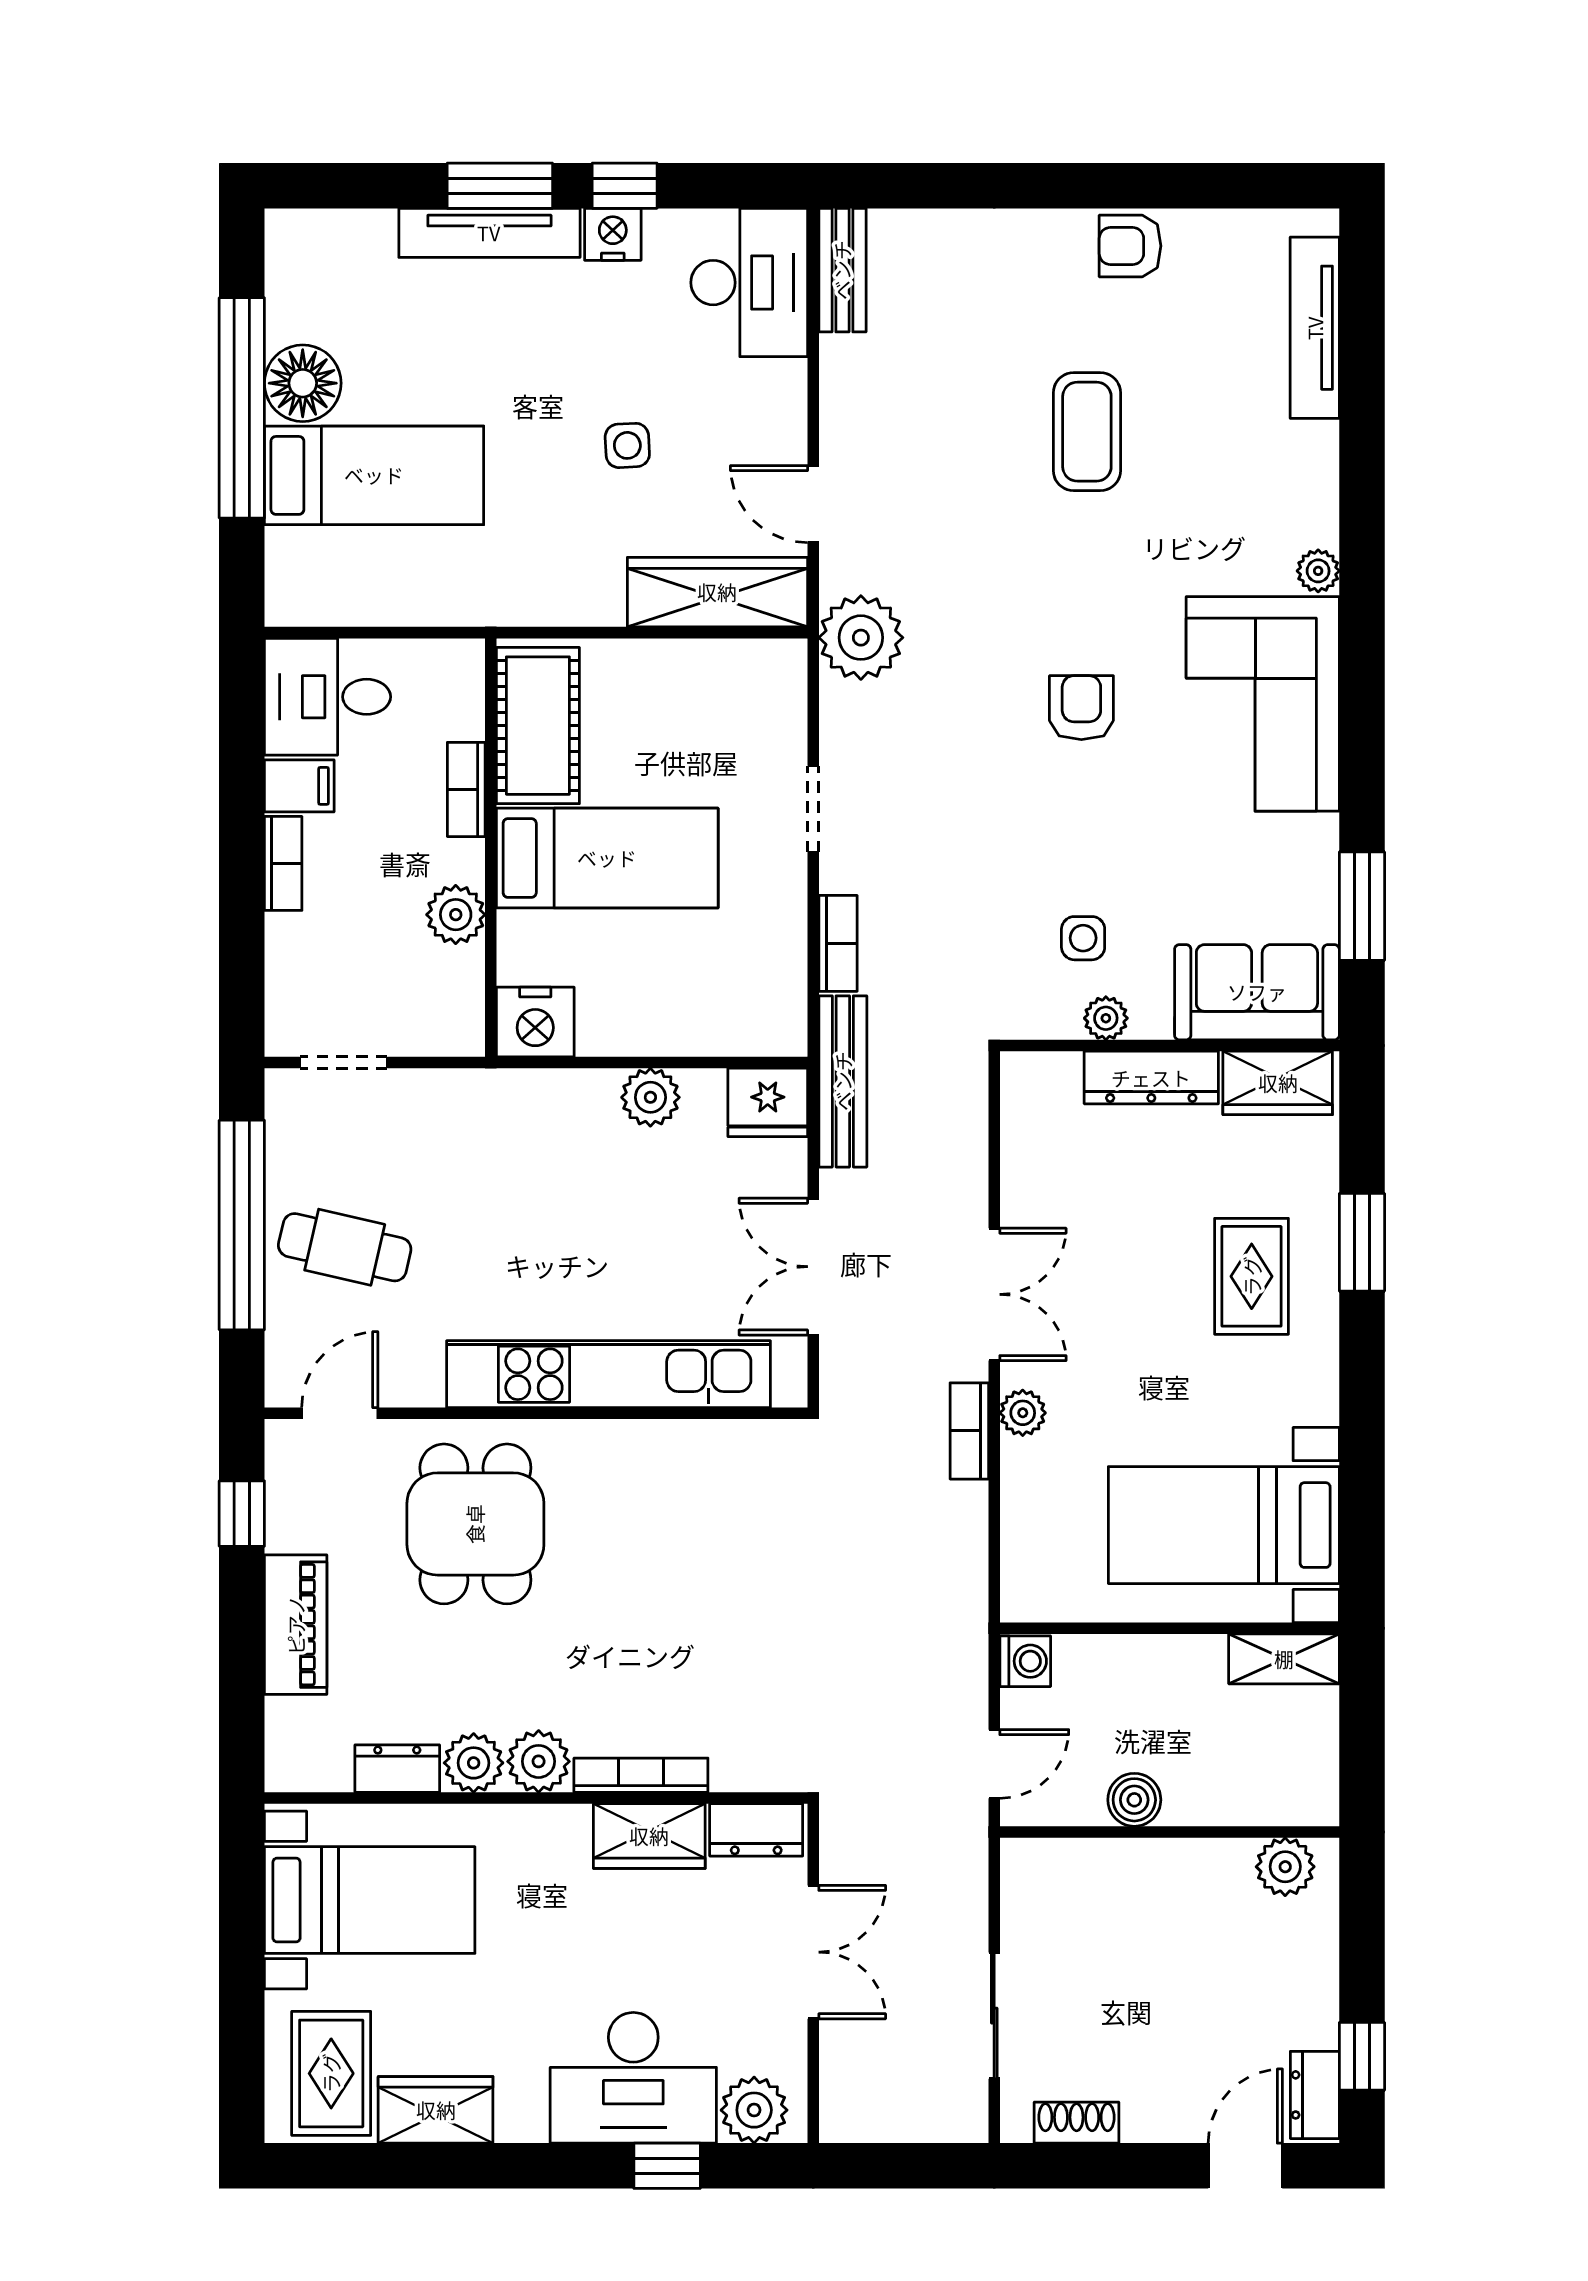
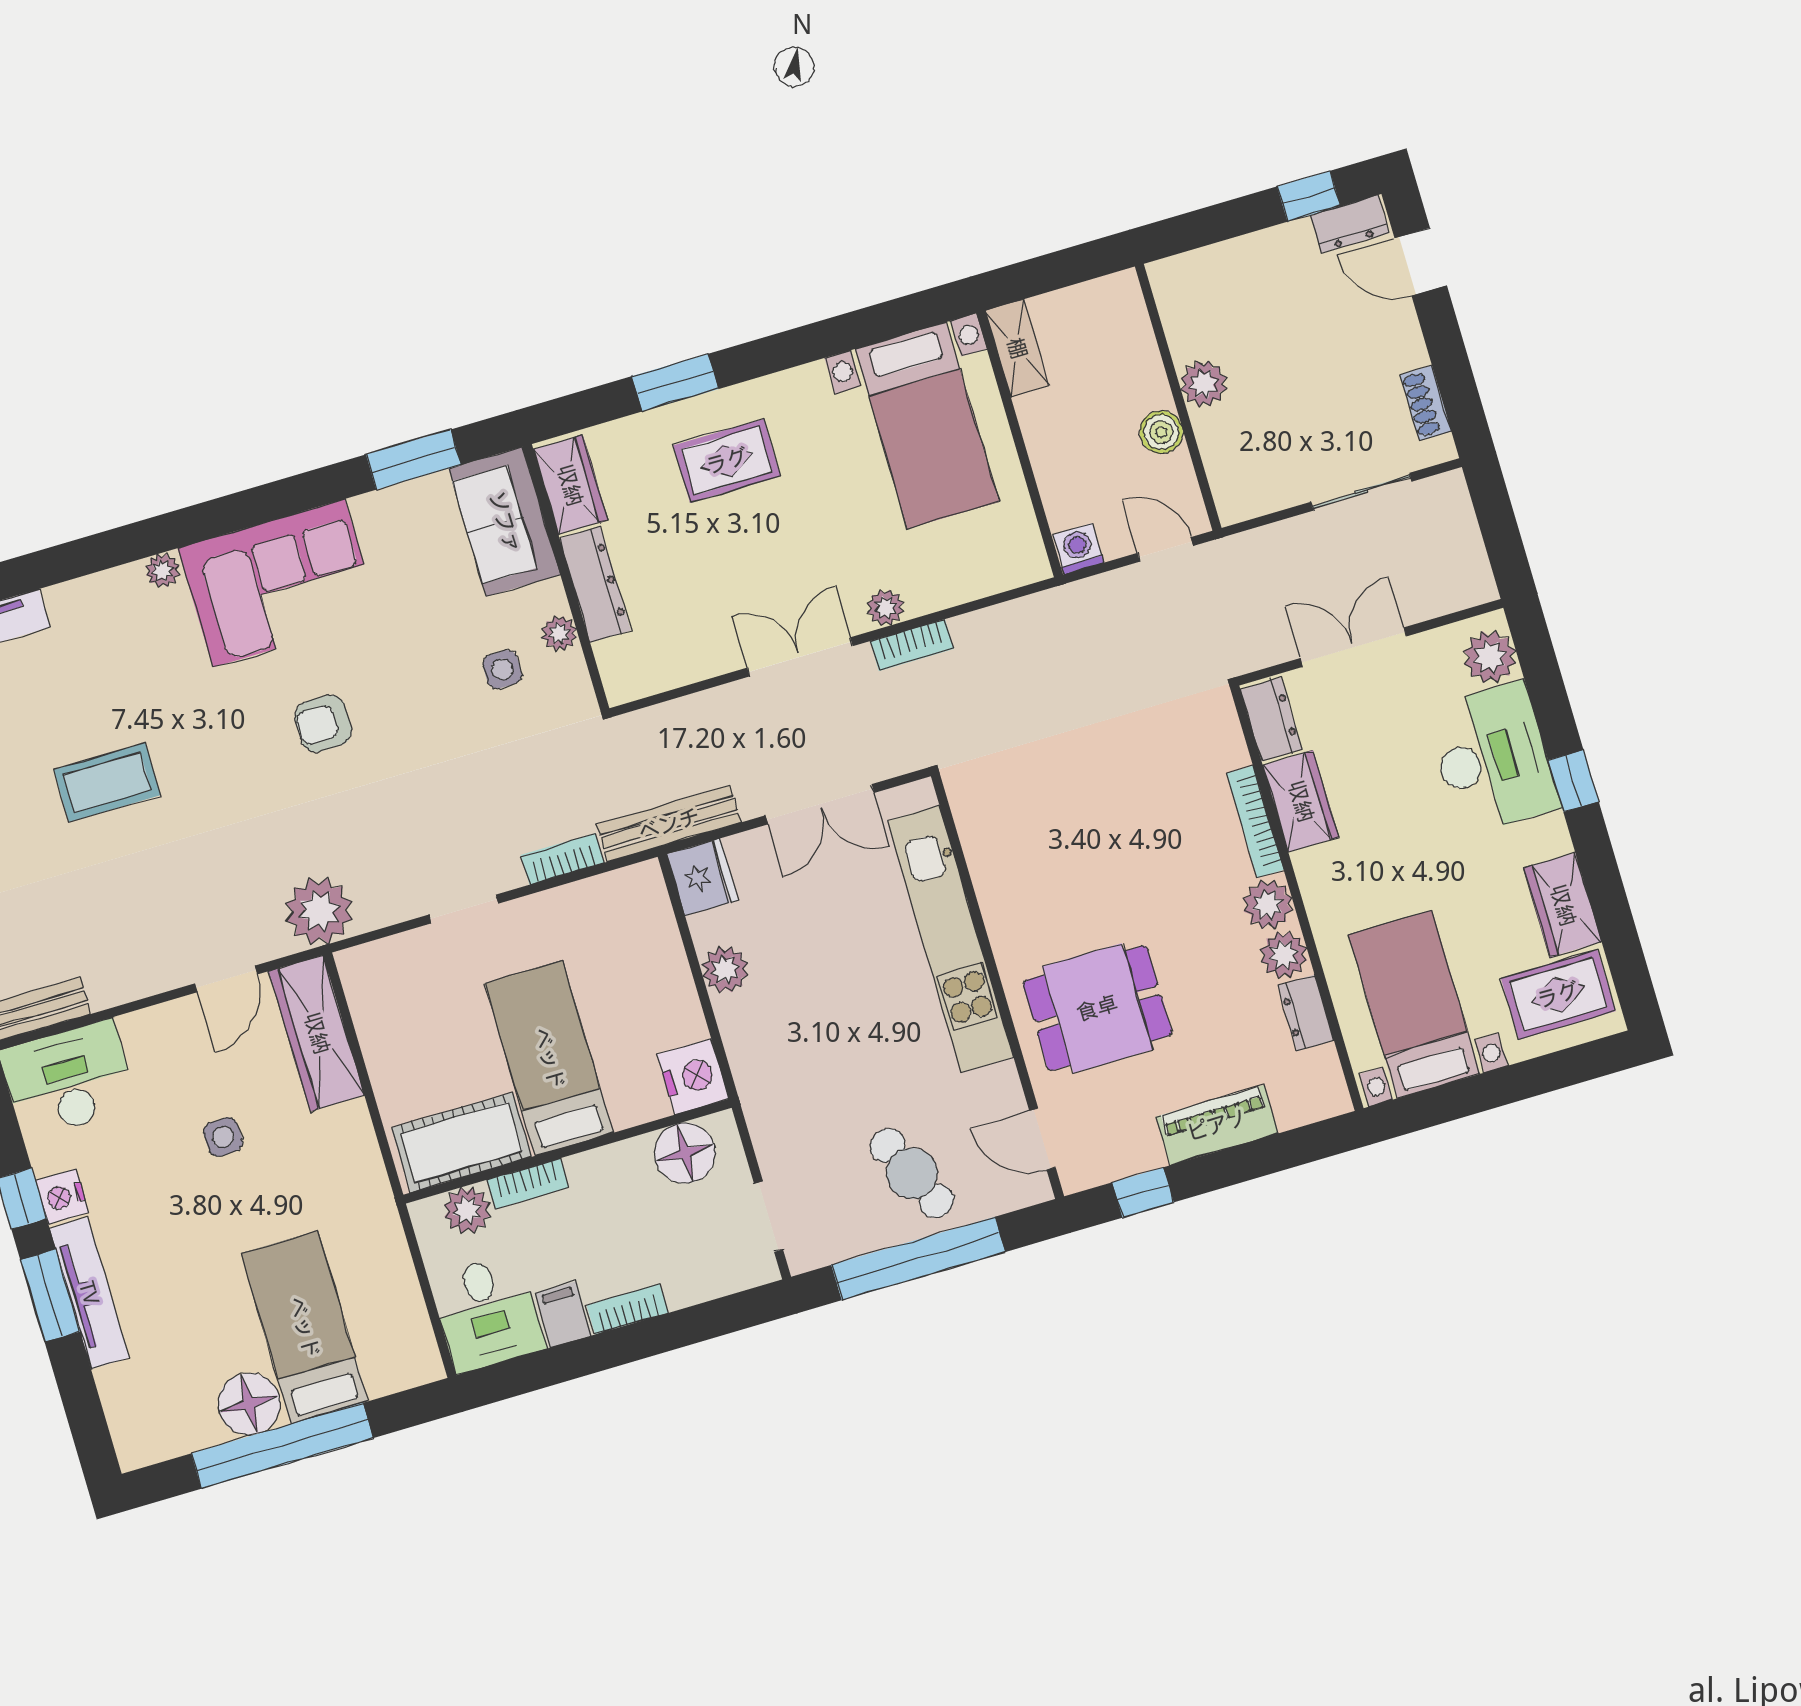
plant: (456, 915) -> (467, 1210), moved
floor lamp: (448, 986) -> (685, 1153), added
cafe table: (345, 1247) -> (912, 1173), turned -38
plant: (1285, 1867) -> (1204, 384), moved
window: (667, 2166) -> (1573, 781), moved

